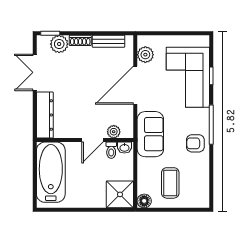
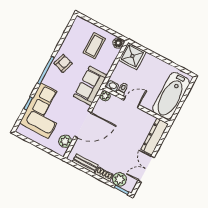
double door: (35, 72) -> (146, 169), swing flipped
plant: (114, 132) -> (105, 96), moved
armchair: (195, 143) -> (63, 63), turned -72

